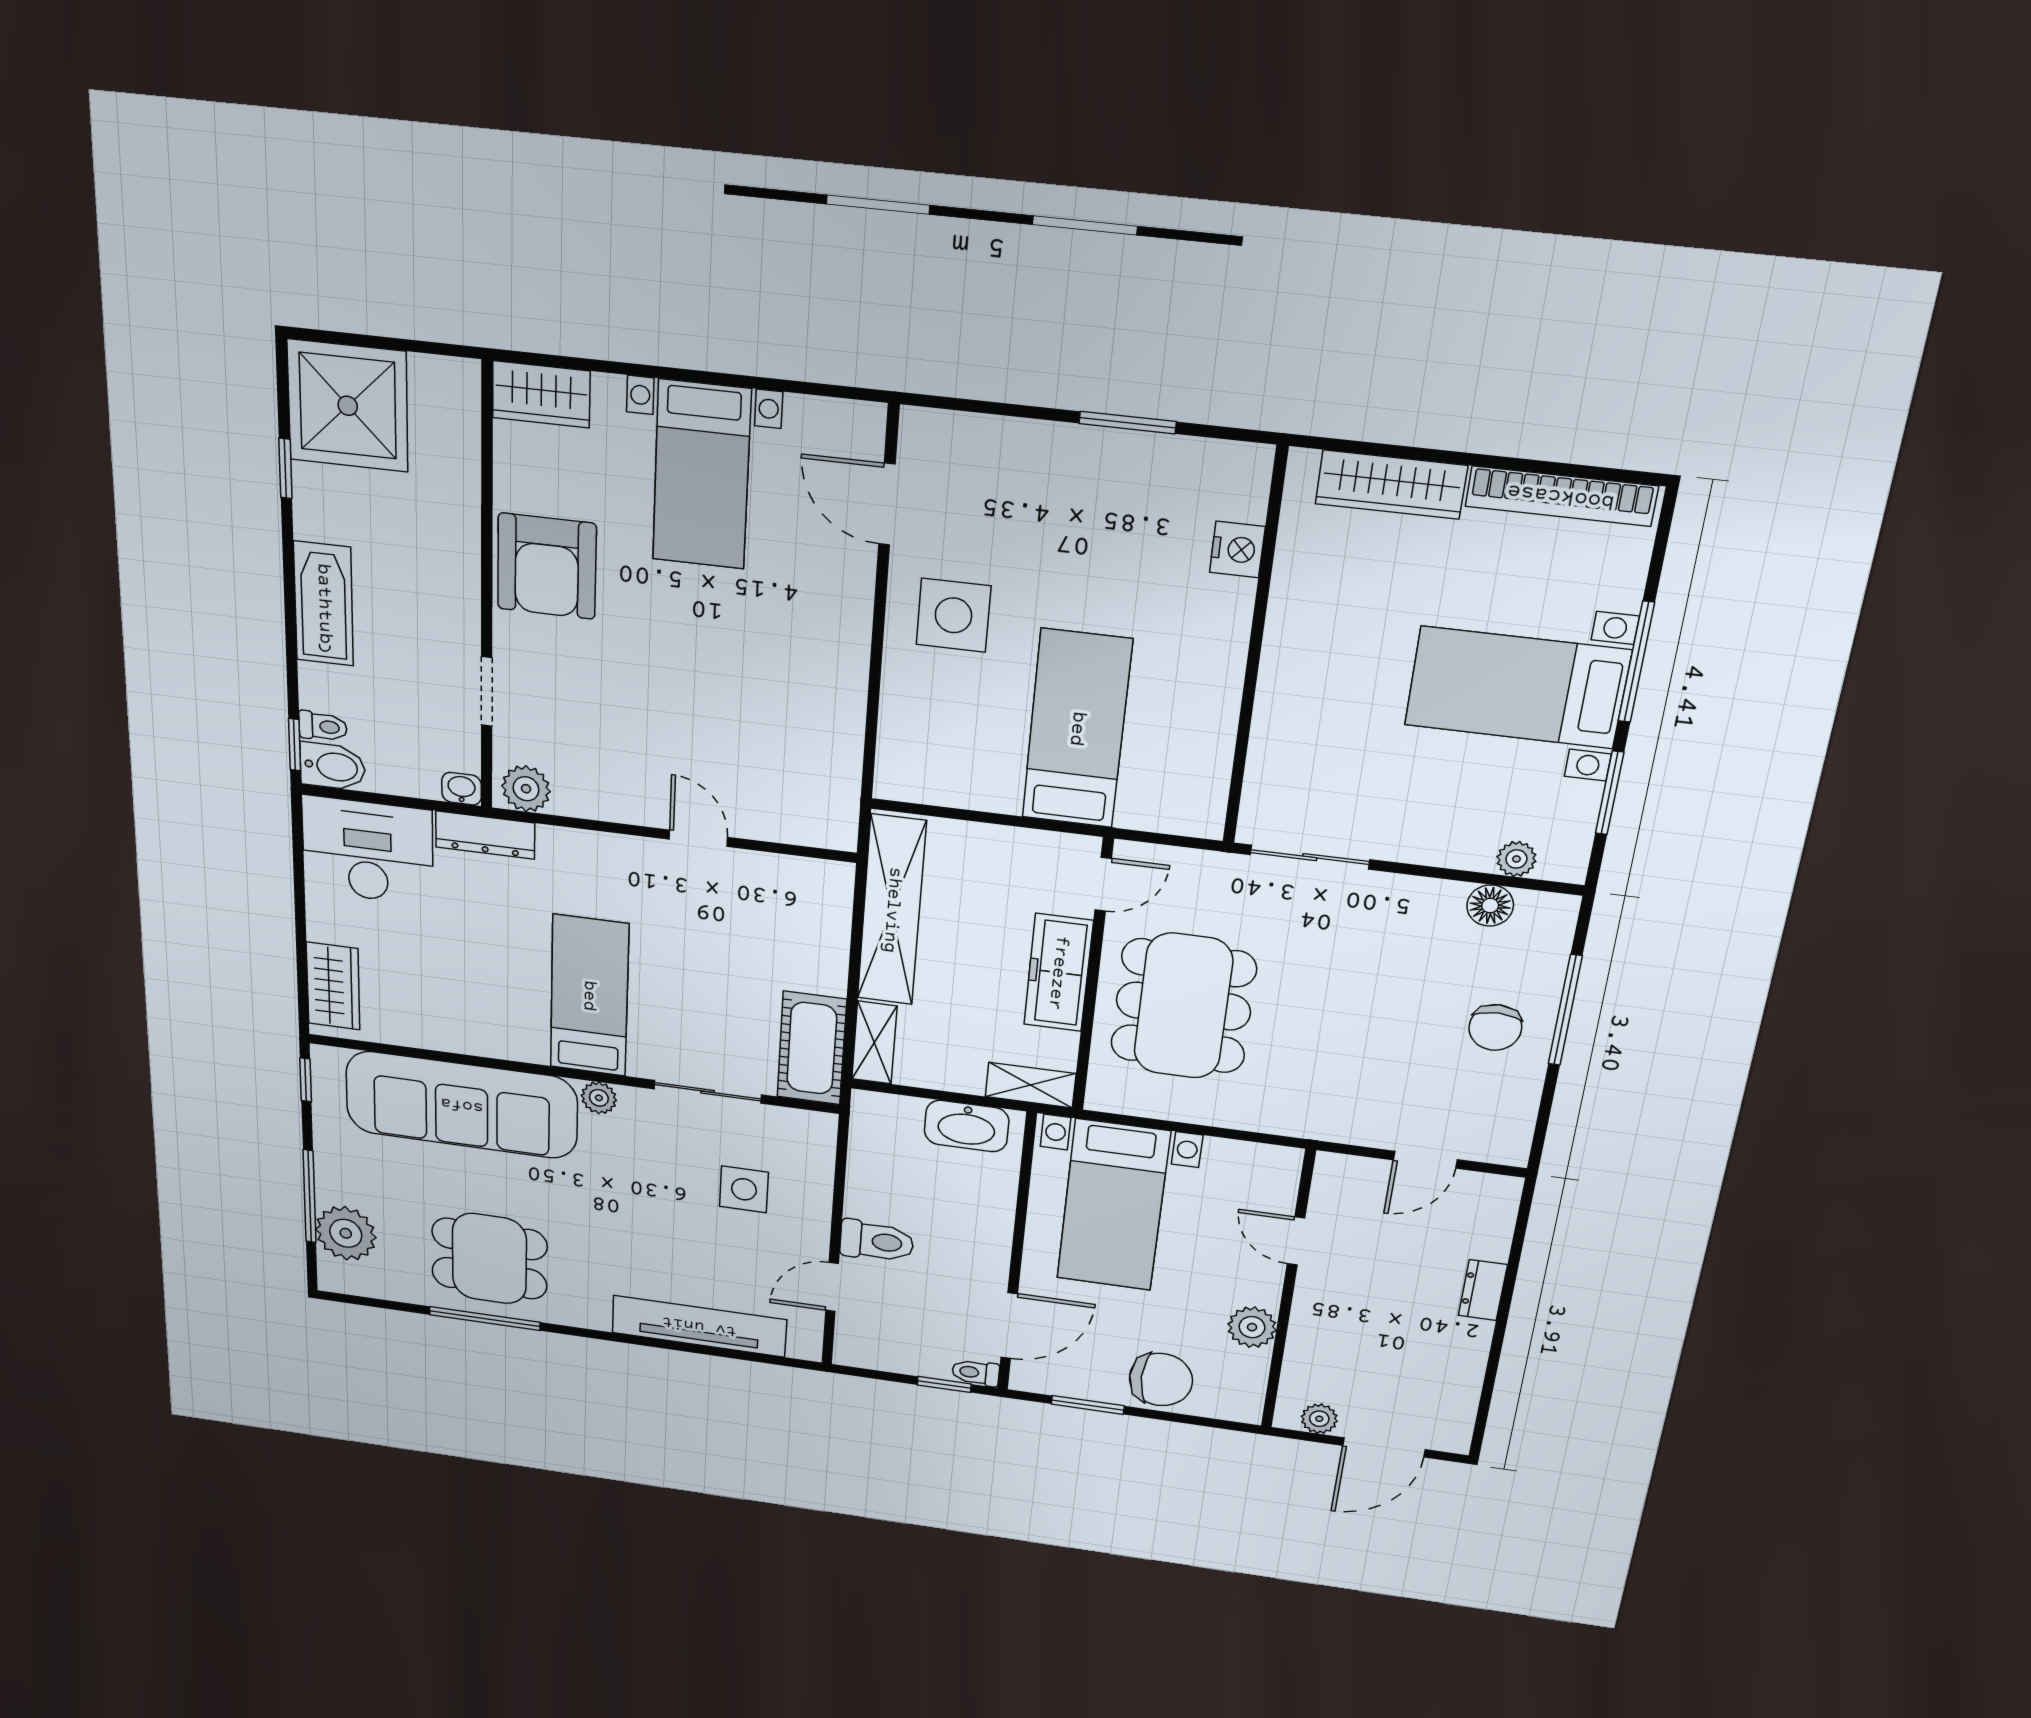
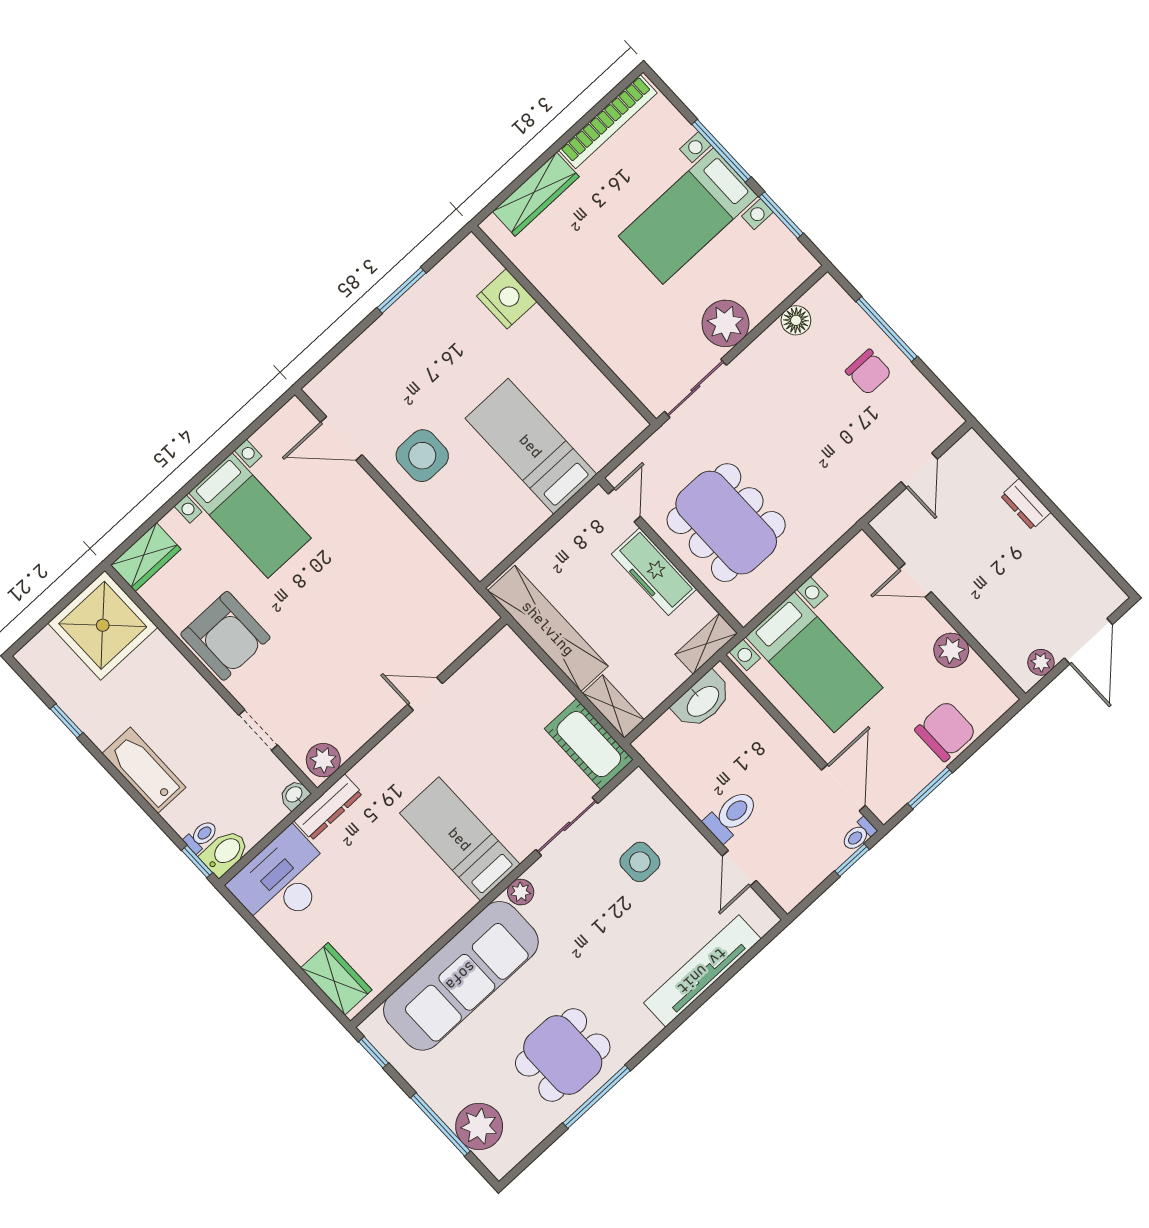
shower: (348, 406) -> (103, 625), moved
nightstand: (1237, 549) -> (507, 299), width x1.36, depth x1.33
plant: (1516, 859) -> (725, 323), moved, width x1.88, depth x1.88

